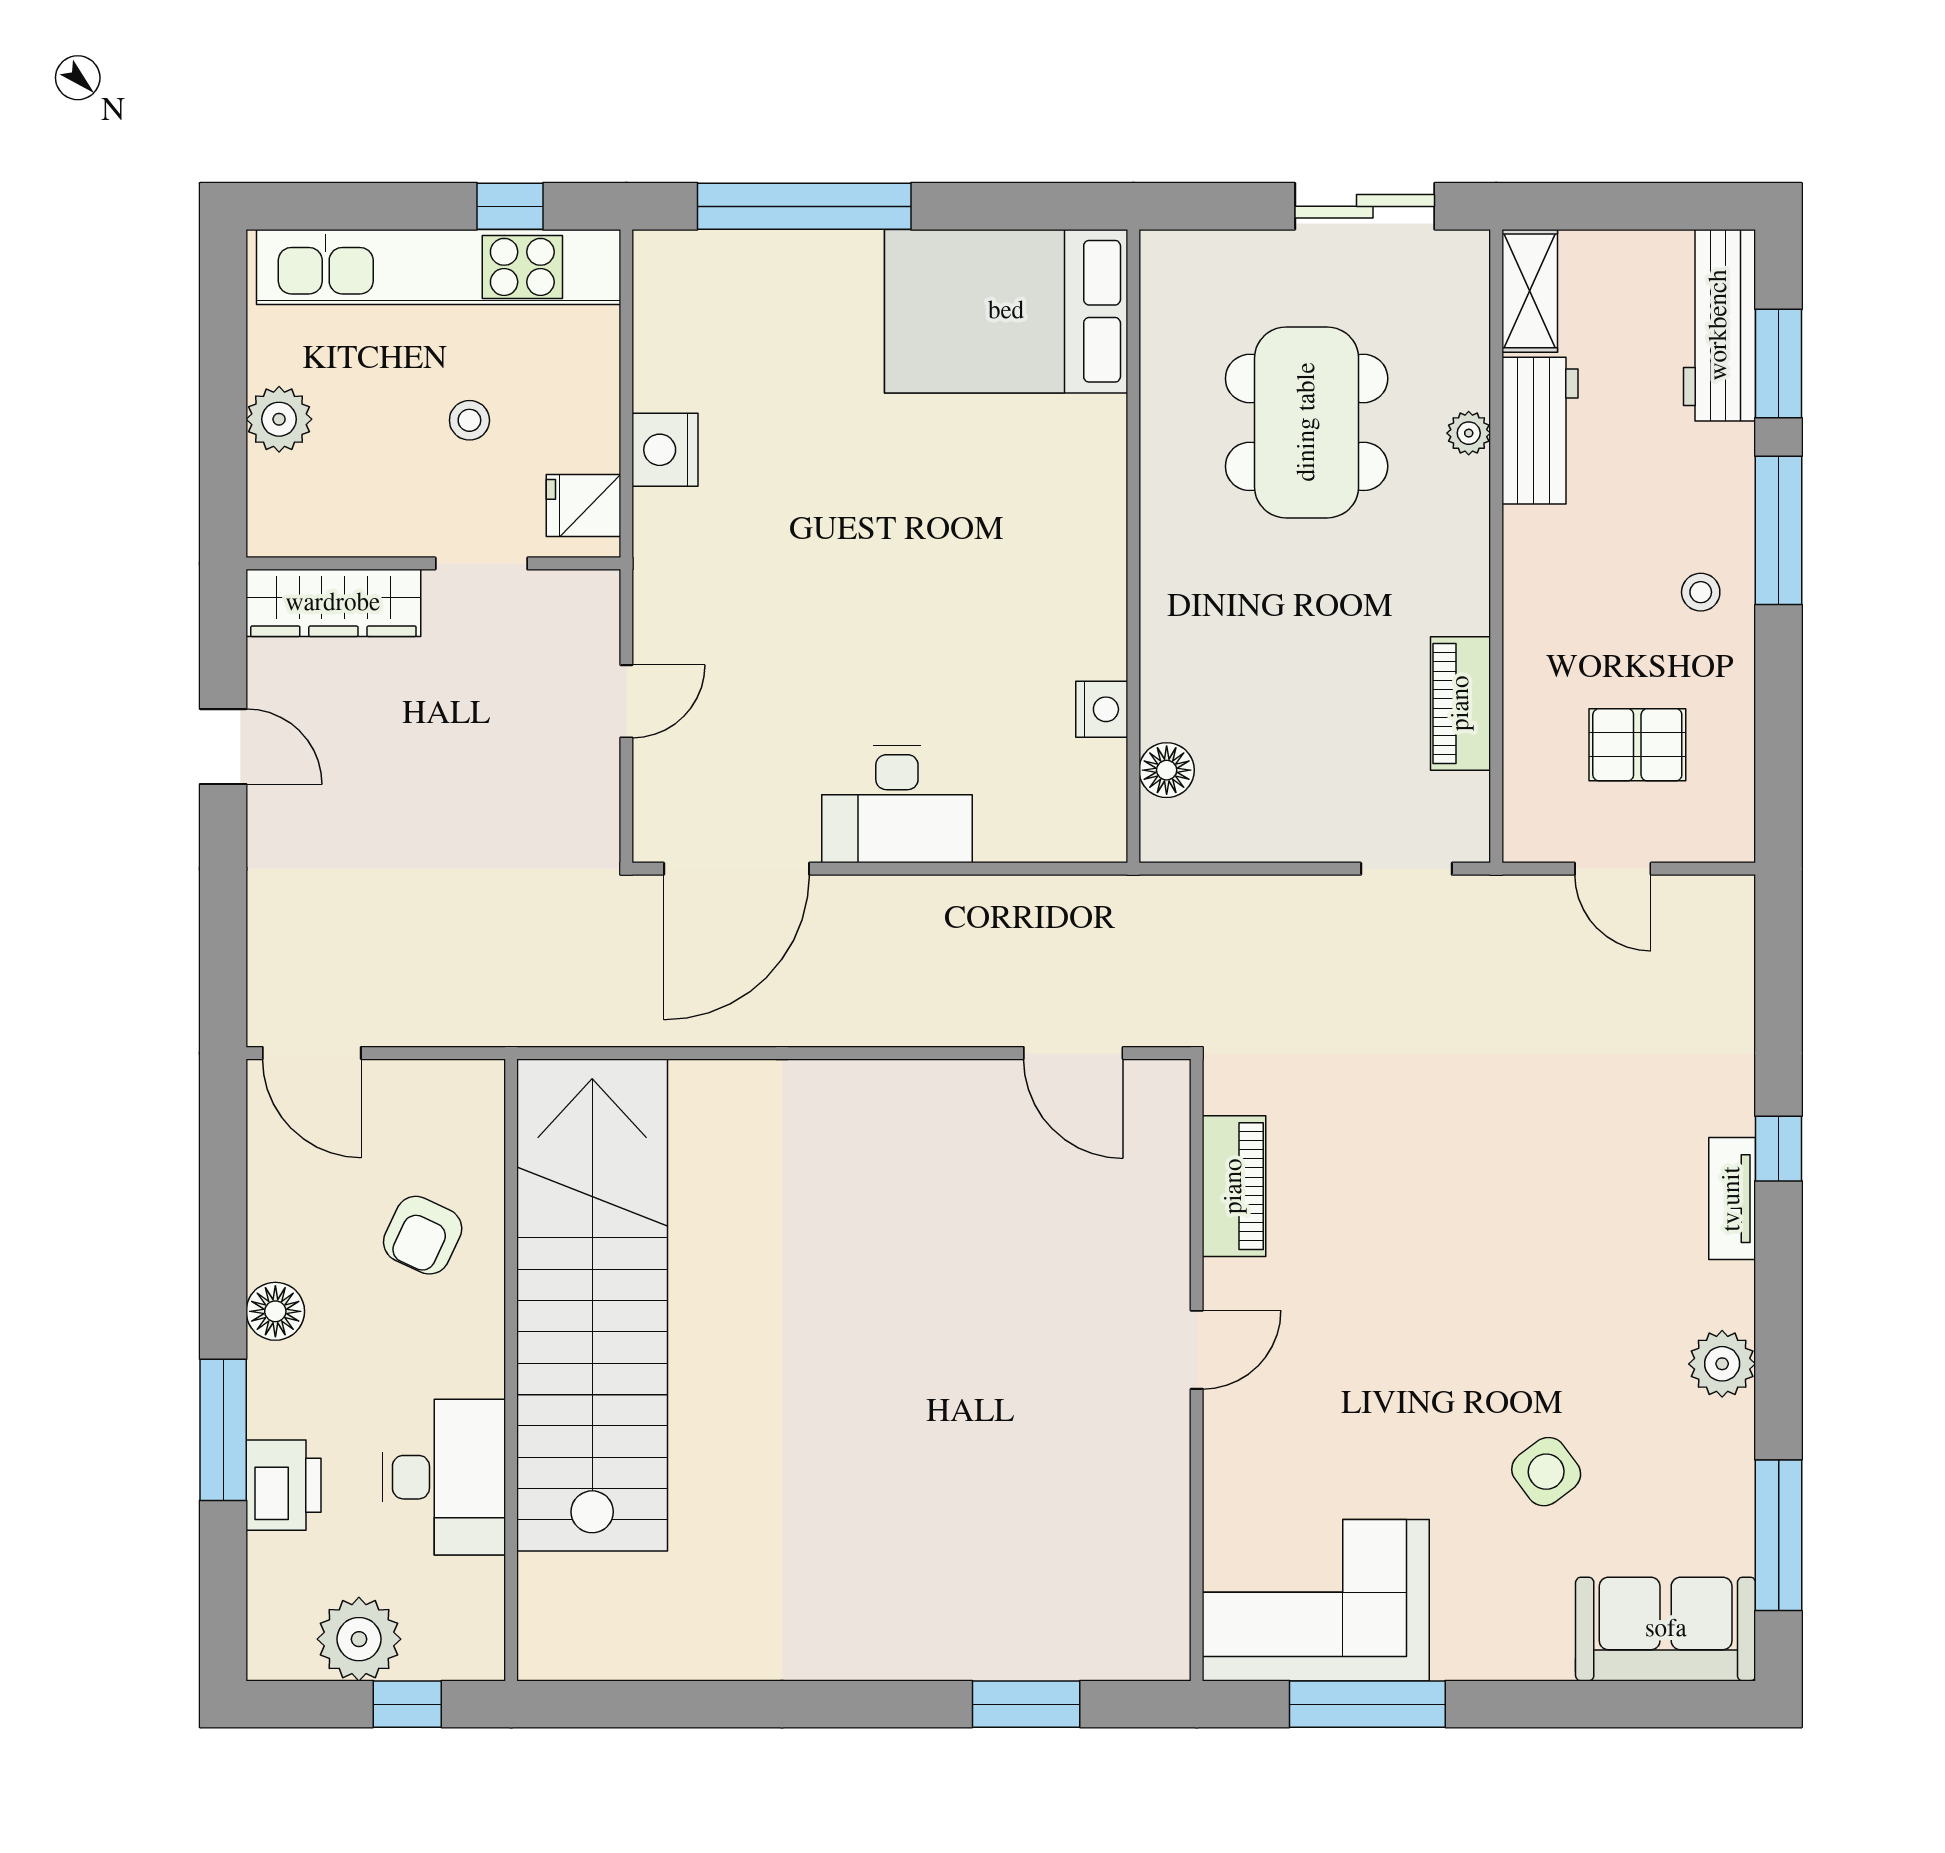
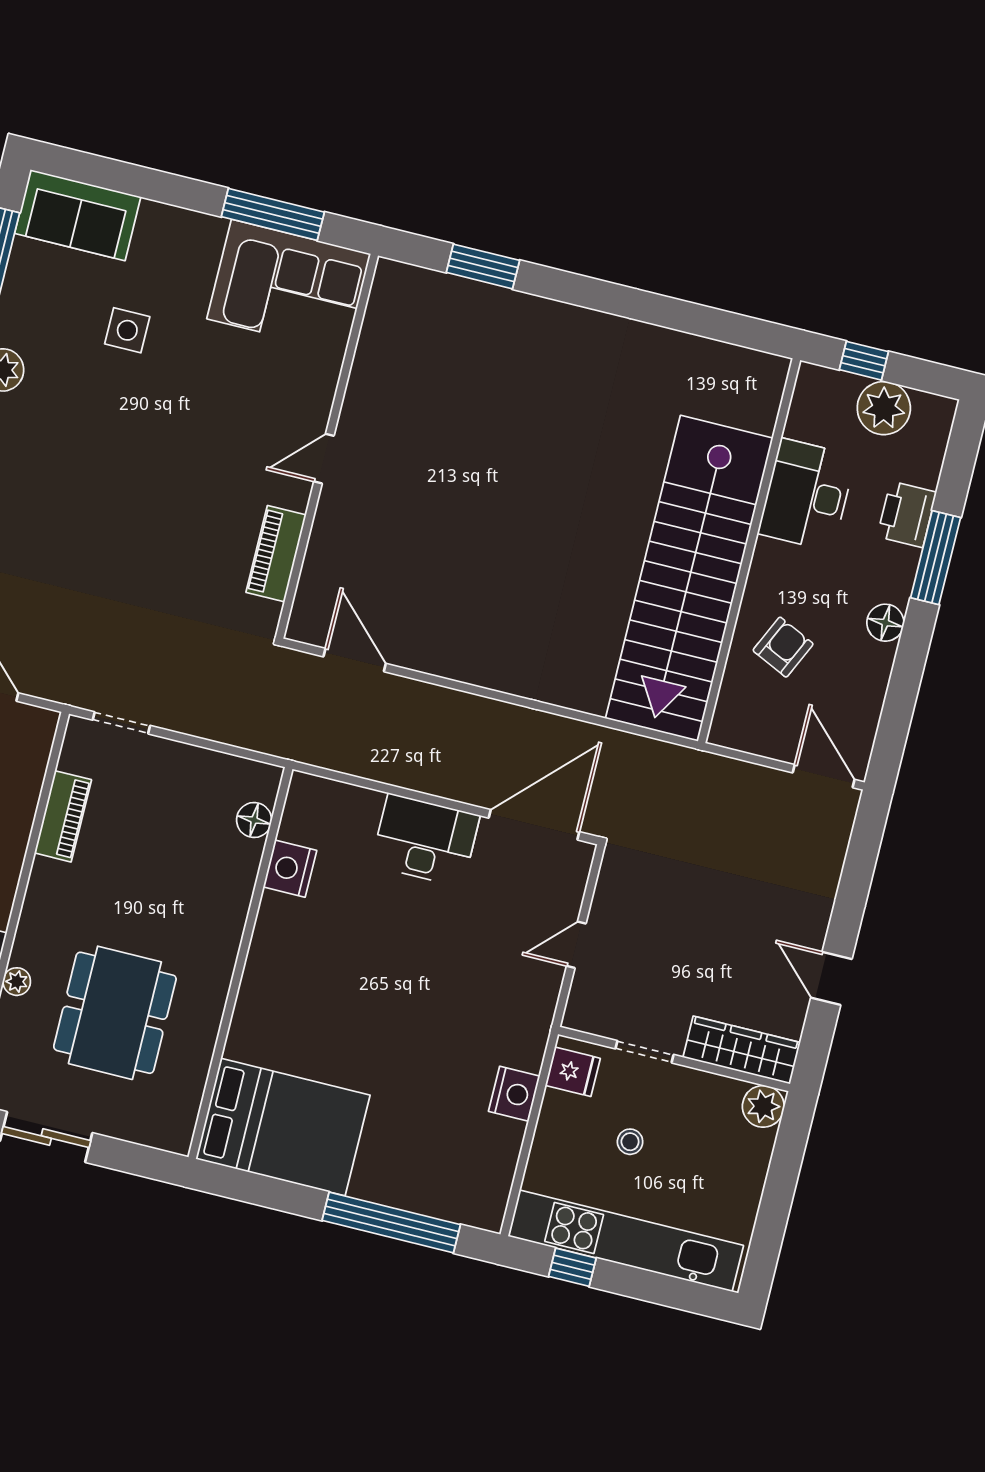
plant: (279, 419) -> (763, 1106), moved
nightstand: (1102, 709) -> (290, 869), width x1.36, depth x1.33
side table: (1546, 1472) -> (127, 330), turned 37

